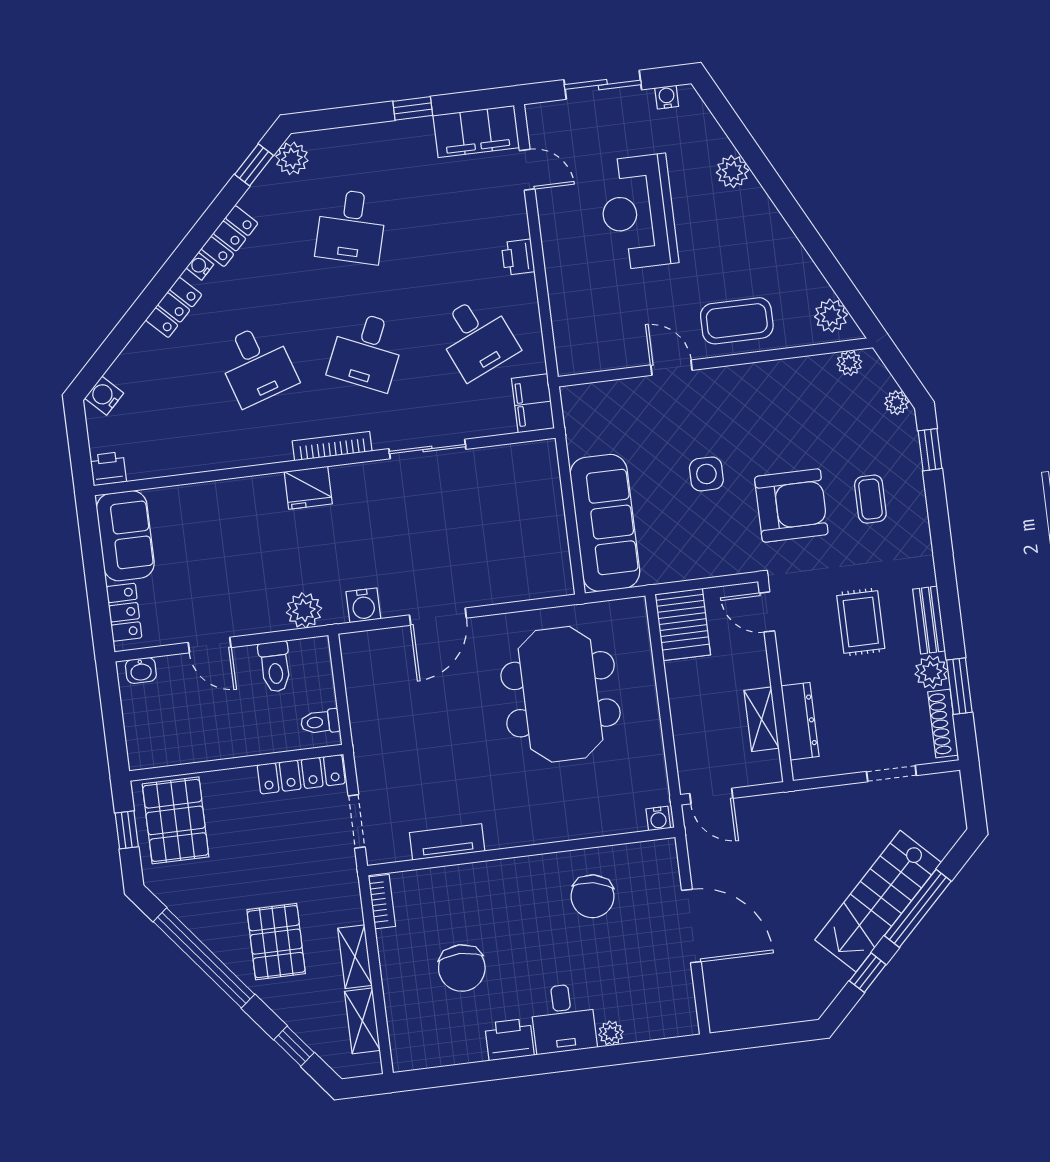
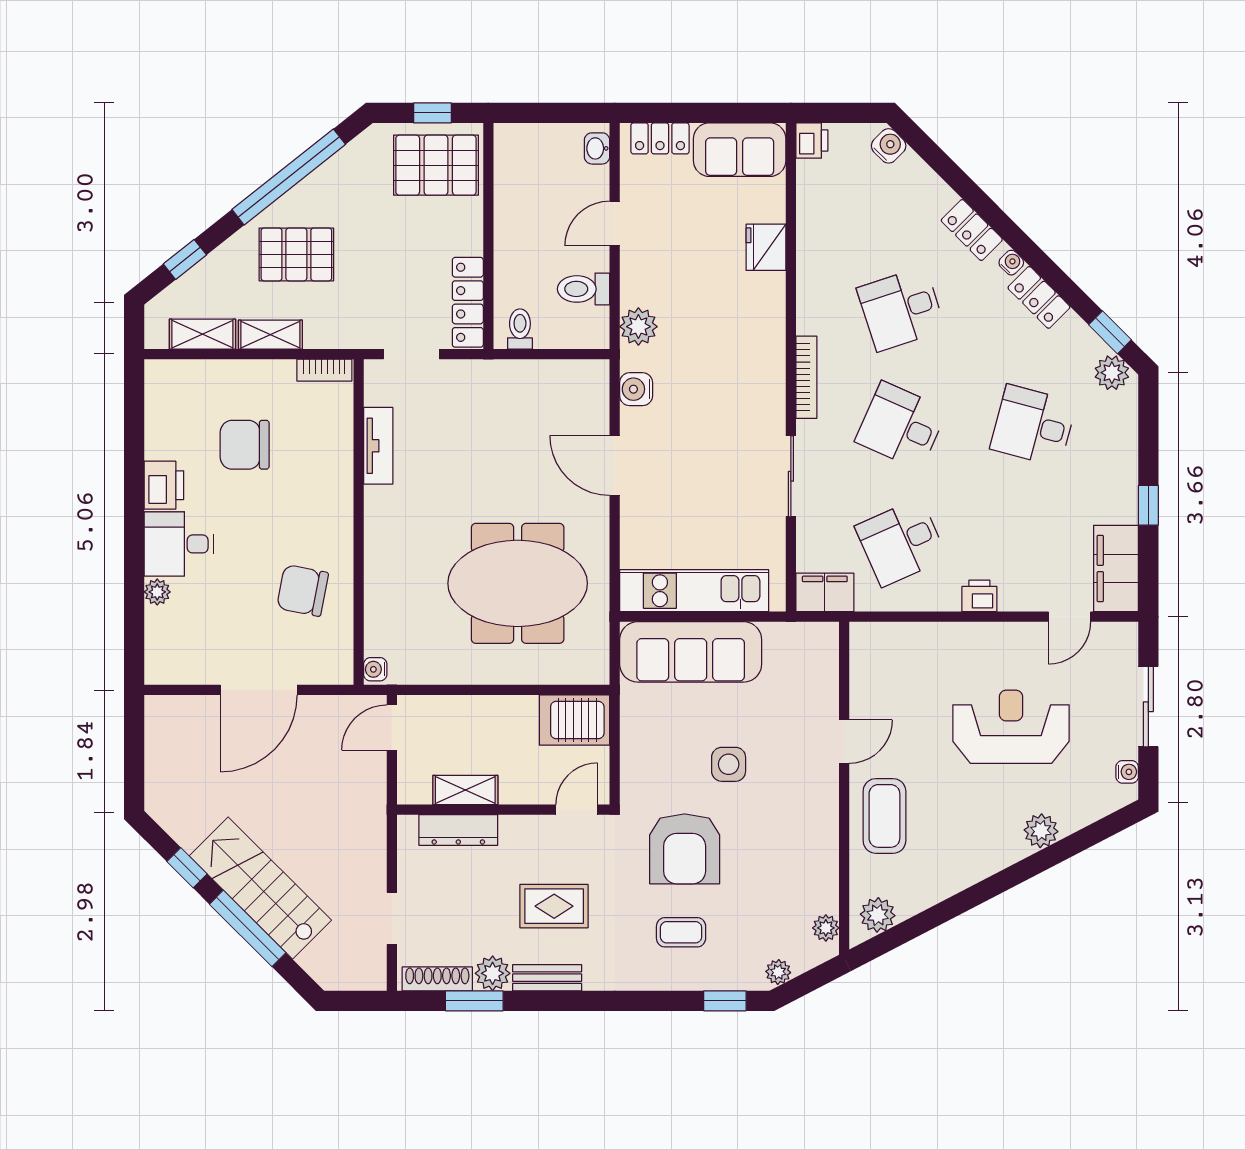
fridge: (308, 488) -> (766, 247), moved
kitchen unit: (547, 527) -> (694, 591), added

